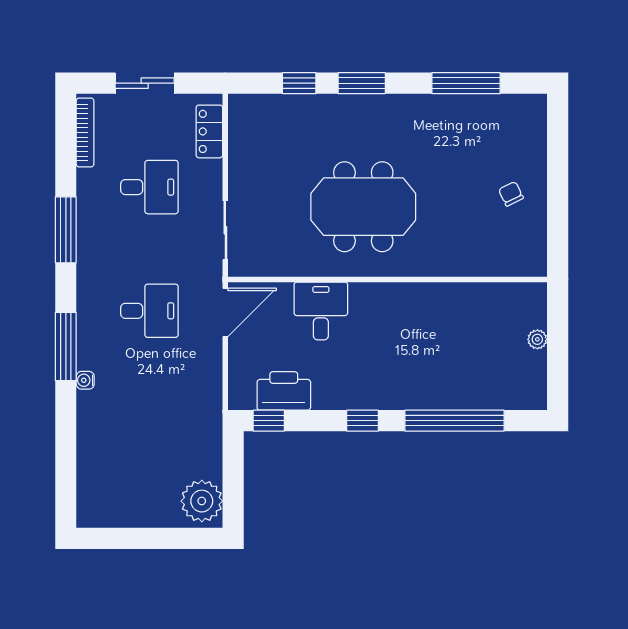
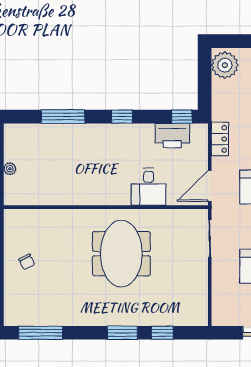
window: (466, 83) -> (41, 333), moved
locker: (209, 131) -> (220, 139), moved
meeting table: (363, 207) -> (121, 254), turned 90
window: (454, 421) -> (63, 117), width x0.68

